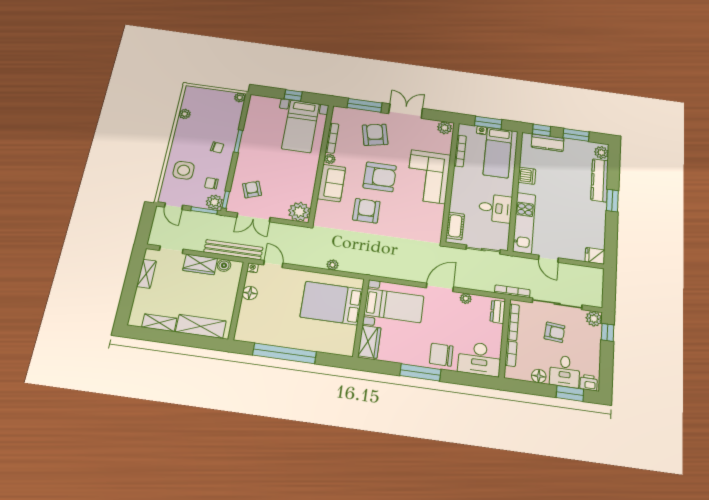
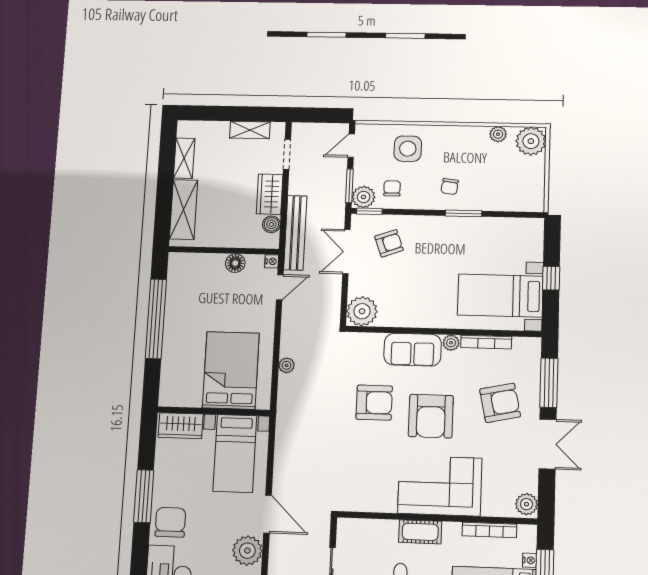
plant: (240, 98) -> (531, 141), moved, width x1.88, depth x1.88
cot: (455, 226) -> (420, 532), moved
plant: (466, 298) -> (247, 551), width x1.88, depth x1.88

